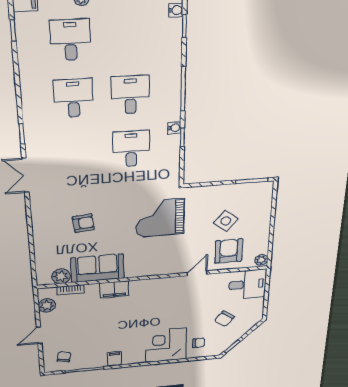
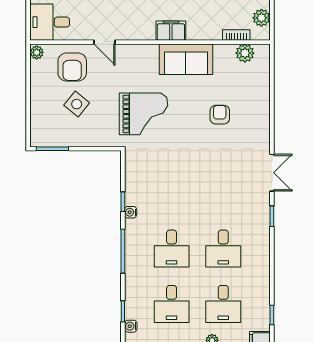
desk: (131, 149) -> (172, 304), moved
armchair: (83, 223) -> (220, 115), turned 96
sofa: (97, 268) -> (186, 59), moved
door: (197, 273) -> (105, 42), hinge flipped
filing cabinet: (114, 290) -> (171, 31), moved

